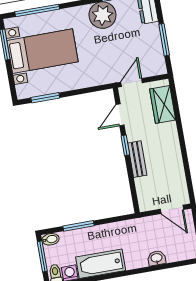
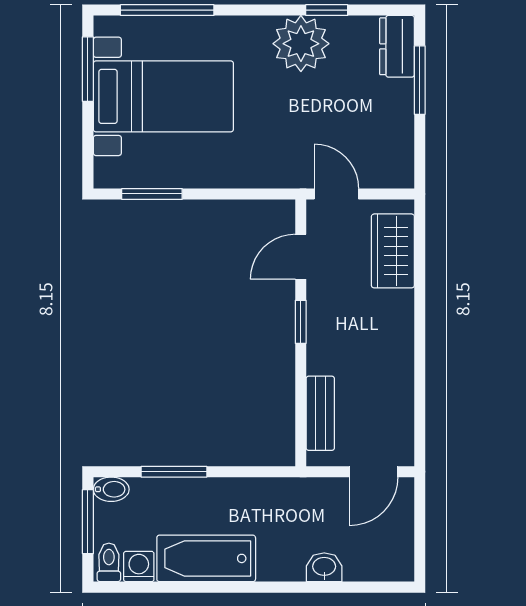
window: (164, 40) -> (420, 80), moved
door: (132, 83) -> (336, 194), hinge flipped
bench: (137, 159) -> (320, 413), moved
door: (172, 209) -> (374, 472), hinge flipped

